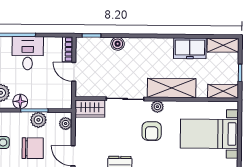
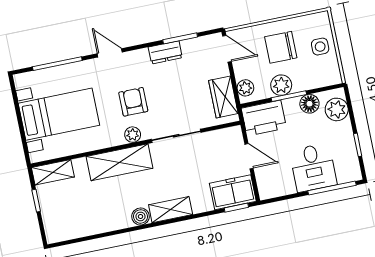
boiler: (118, 44) -> (141, 216), moved
shelving: (223, 45) -> (171, 210), moved
freezer: (190, 48) -> (233, 192), moved
bookcase: (67, 49) -> (263, 183), removed
printer: (57, 98) -> (264, 118), added
wardrobe: (90, 109) -> (223, 97), moved, turned -90

